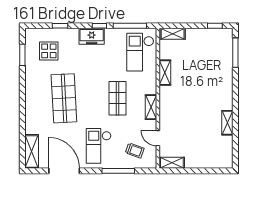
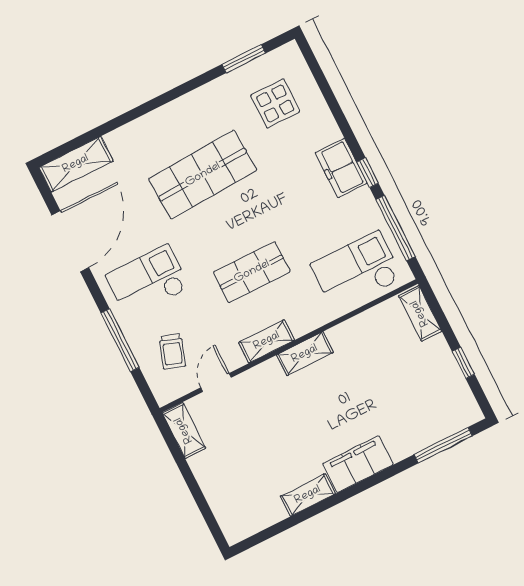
window: (60, 26) -> (331, 101), removed
window: (215, 26) -> (463, 363), moved
shelving: (165, 73) -> (305, 354), moved
filing cabinet: (225, 94) -> (358, 464), added

